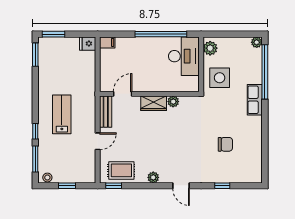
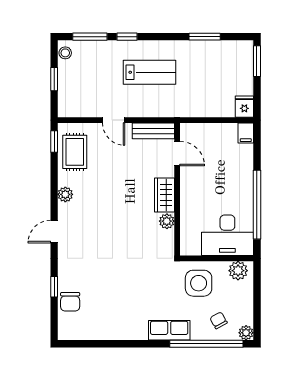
window: (35, 55) -> (205, 37), moved
chair: (247, 63) -> (218, 320), added
chair: (225, 144) -> (70, 302), moved

